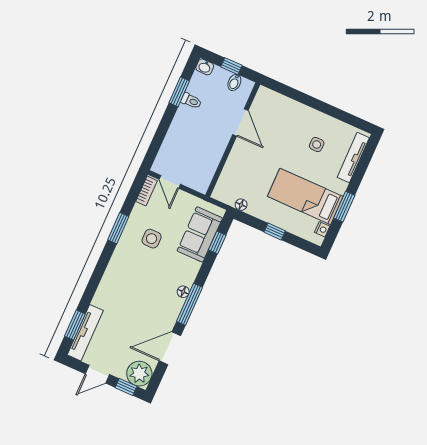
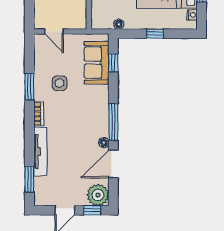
bookcase: (147, 191) -> (39, 114), moved
floor lamp: (183, 292) -> (104, 143), moved
tv unit: (85, 333) -> (40, 151), moved

